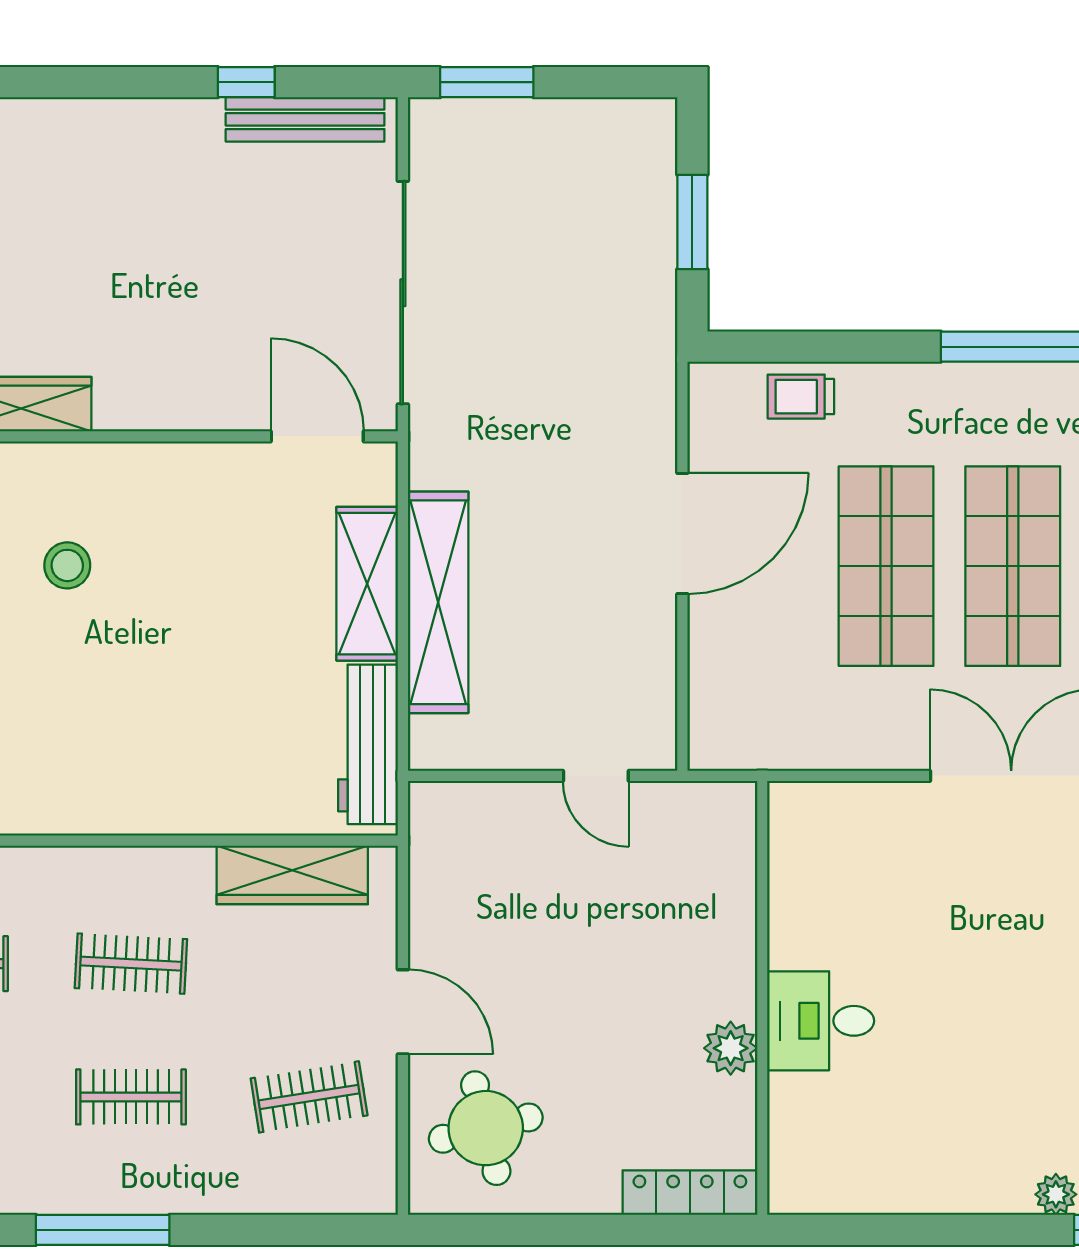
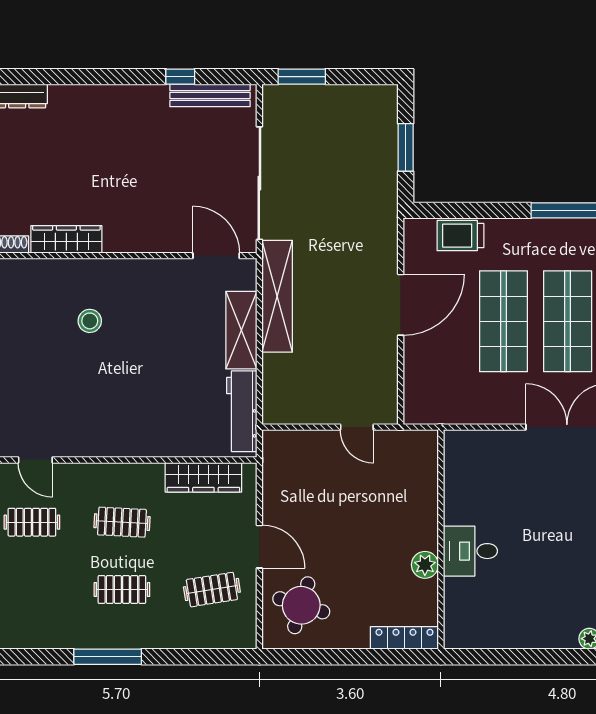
trolley: (801, 397) -> (460, 236), width x1.36, depth x1.39
shelving: (438, 602) -> (277, 296), moved
round table: (486, 1128) -> (301, 605), turned 31

